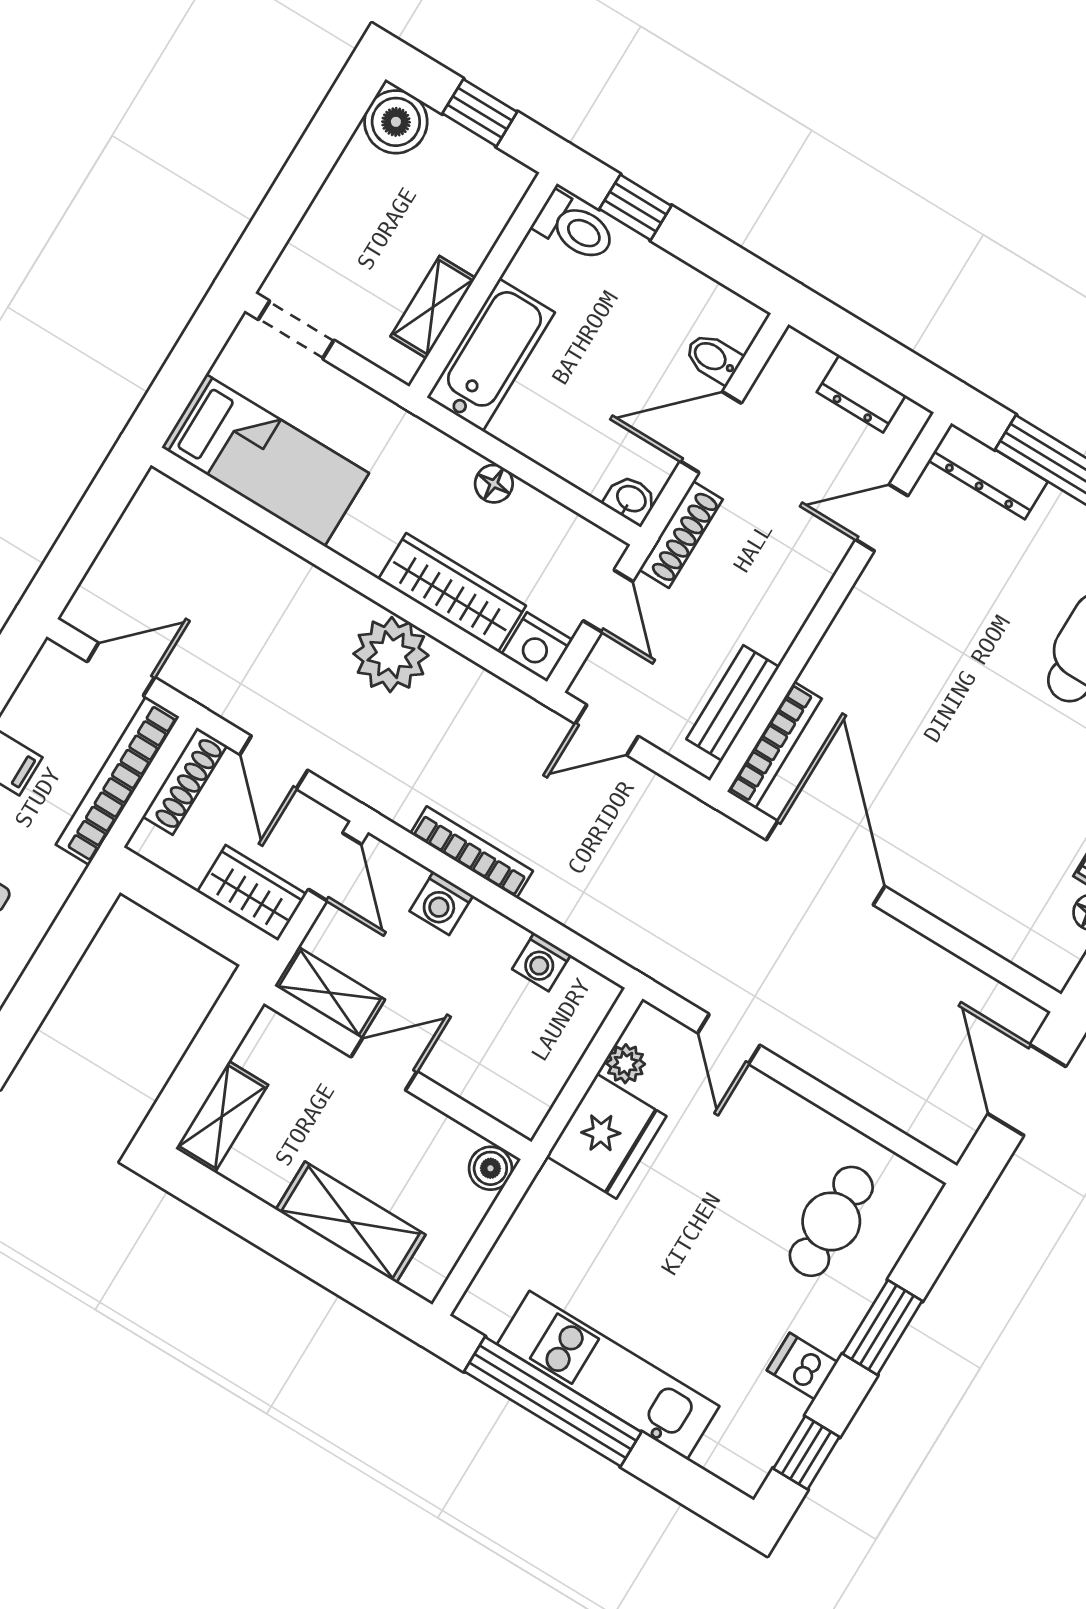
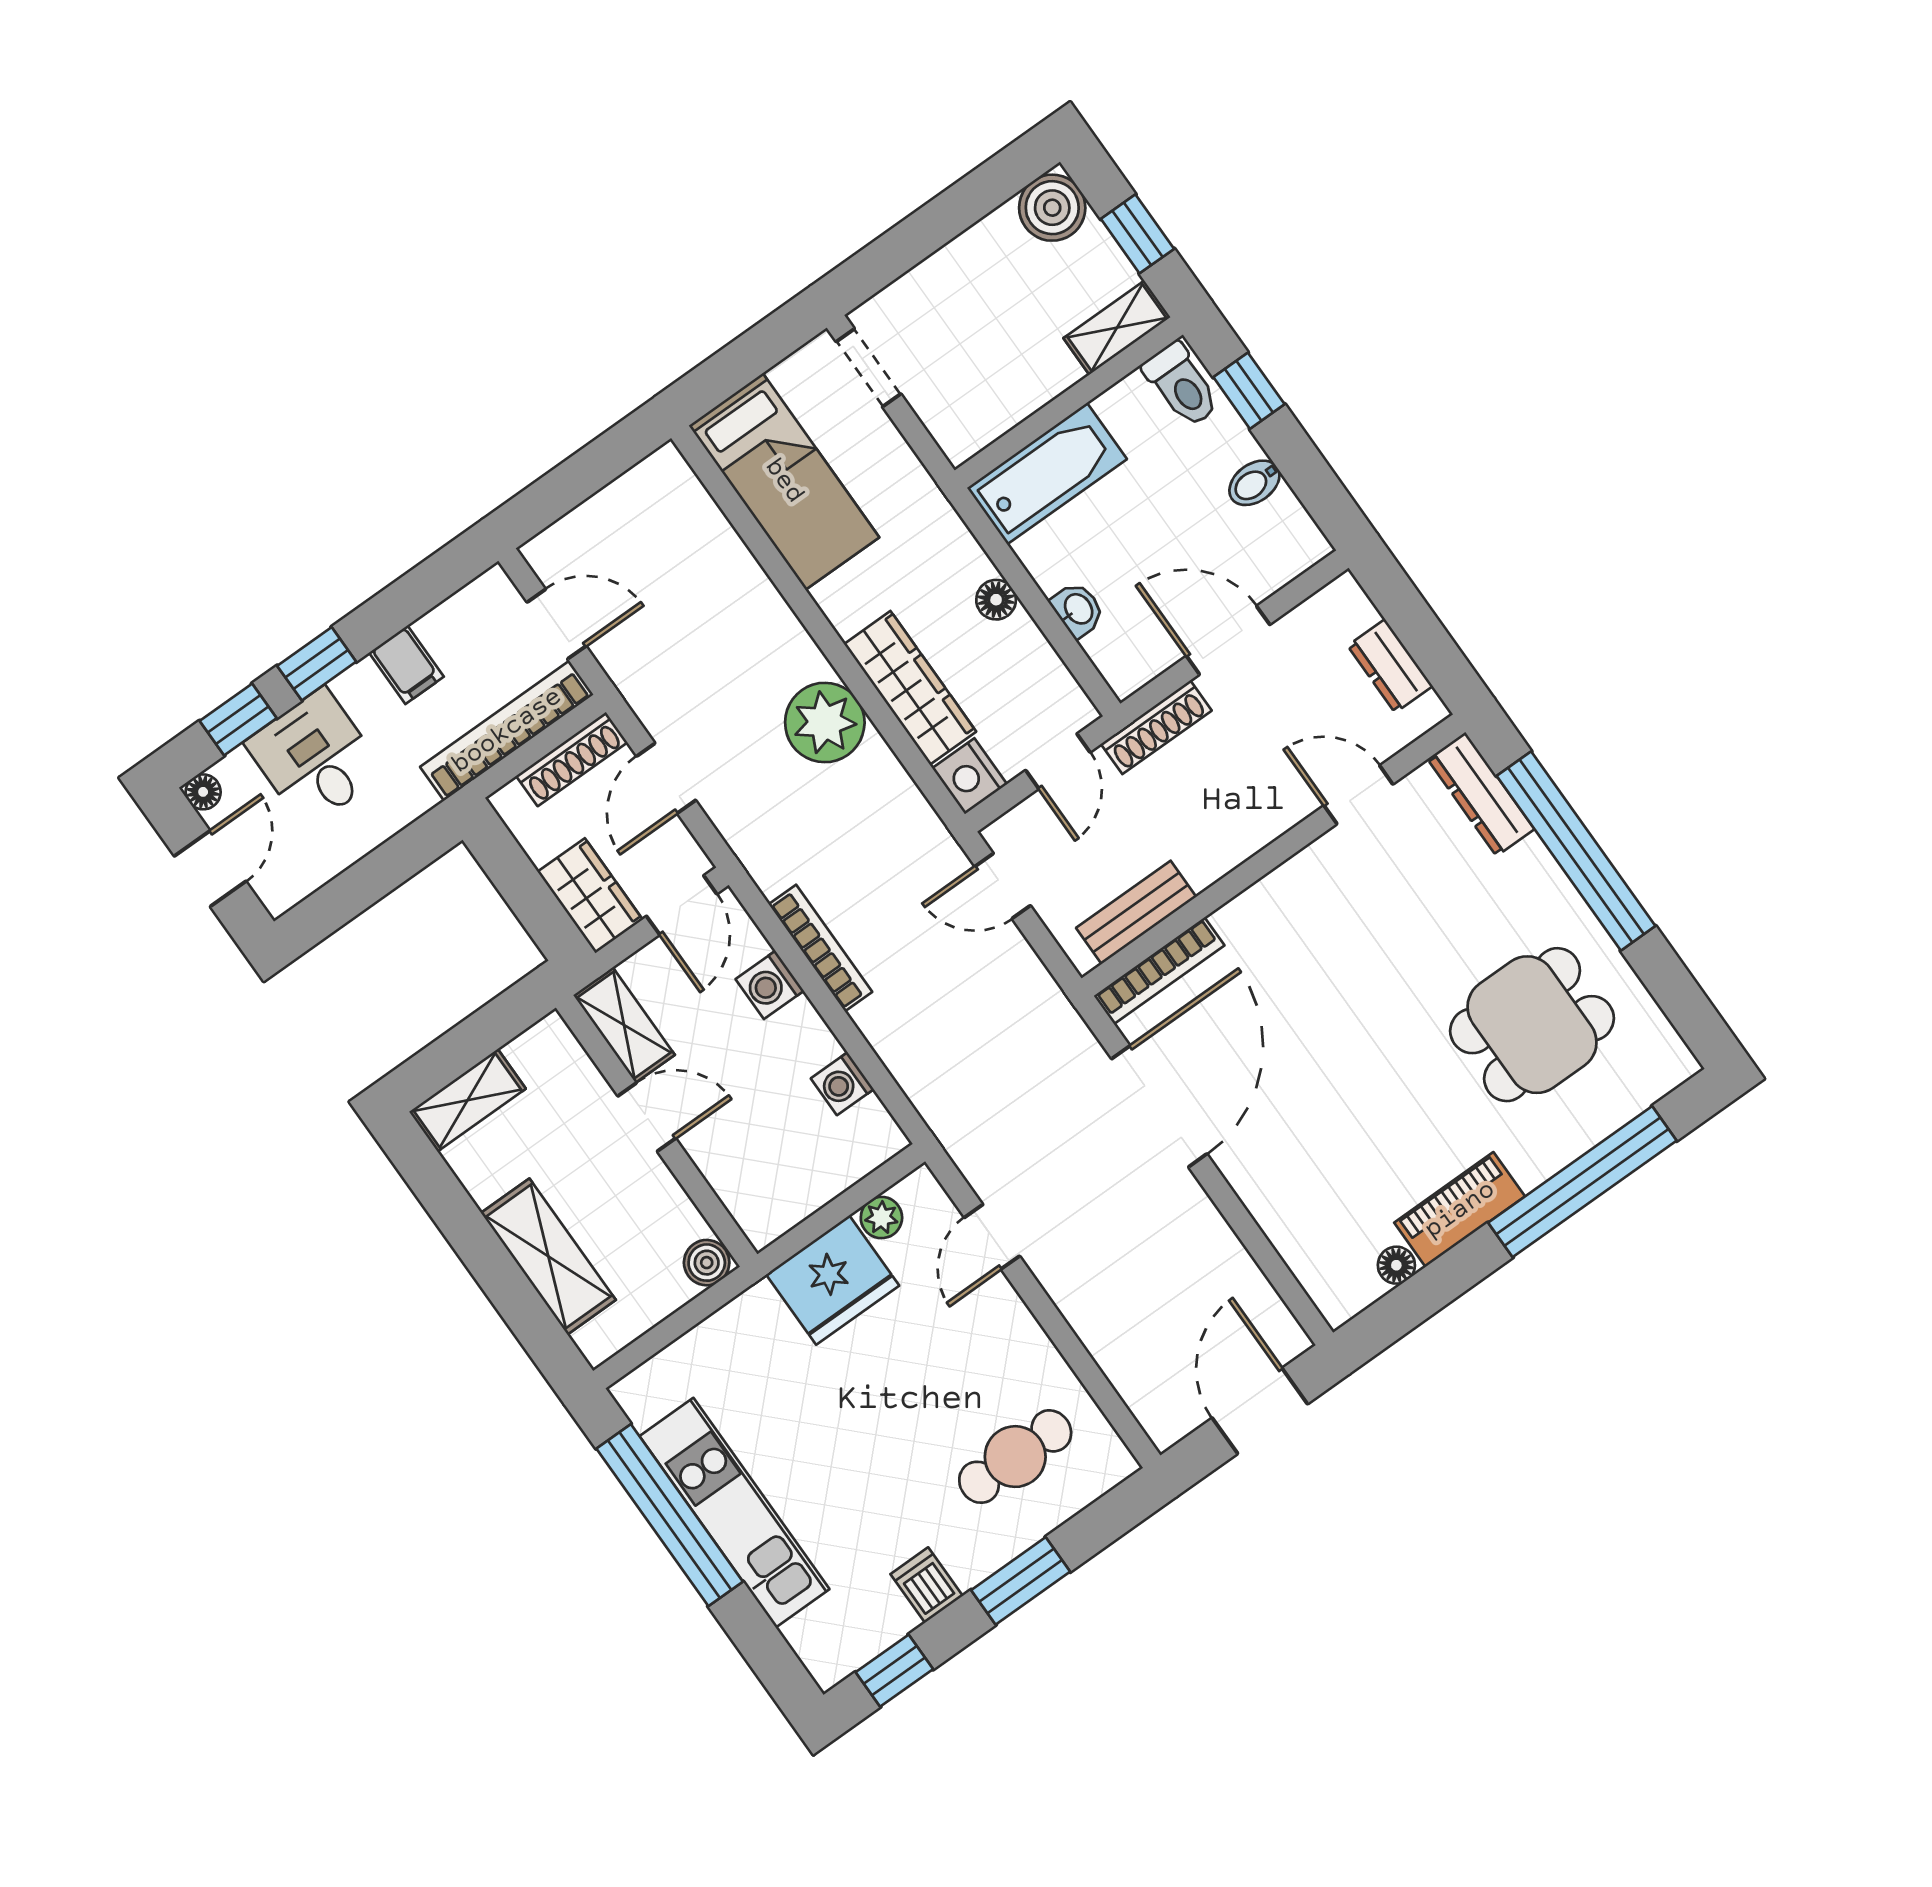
shelving: (433, 307) -> (1117, 328), moved
bidet: (713, 358) -> (1254, 483), moved, turned -90
washbasin: (631, 500) -> (1078, 610), moved

